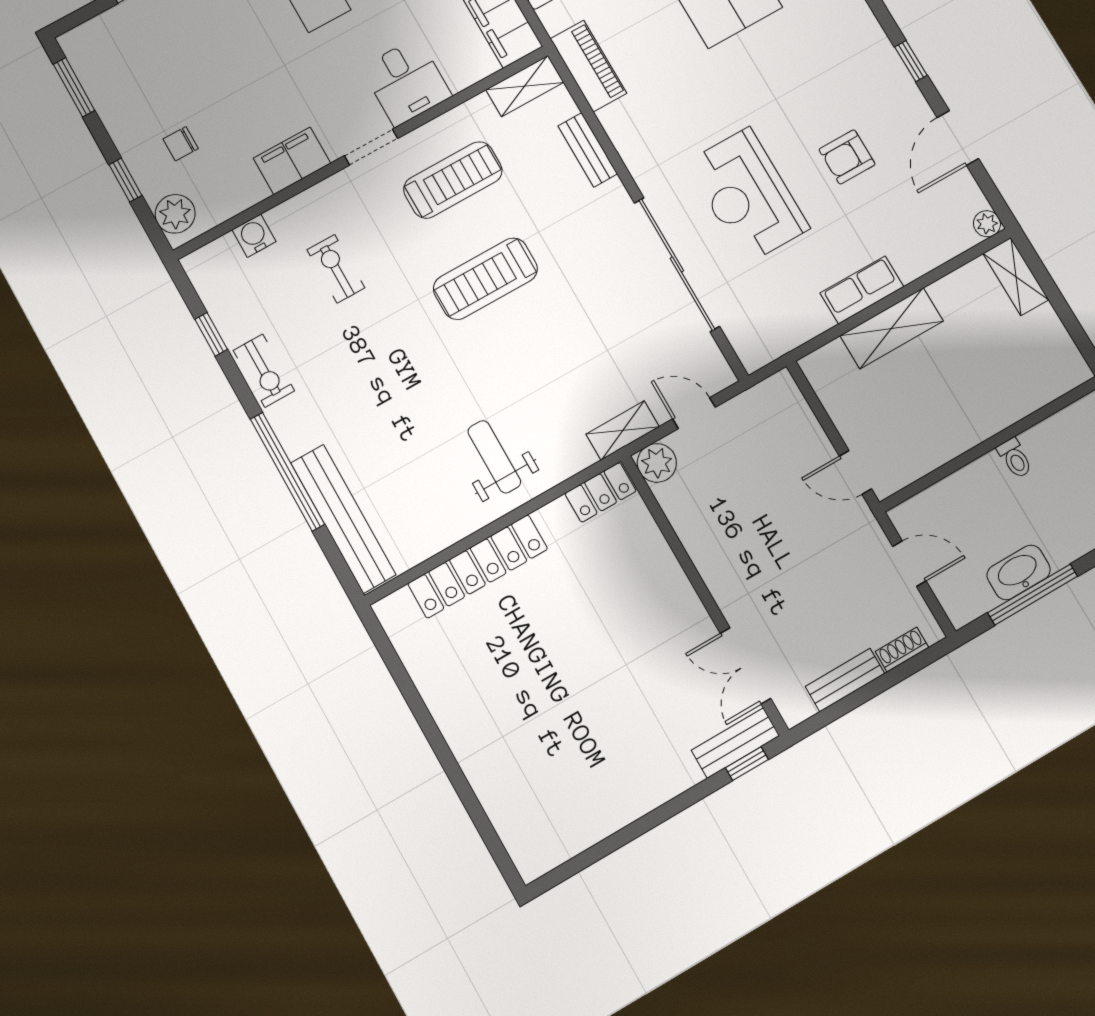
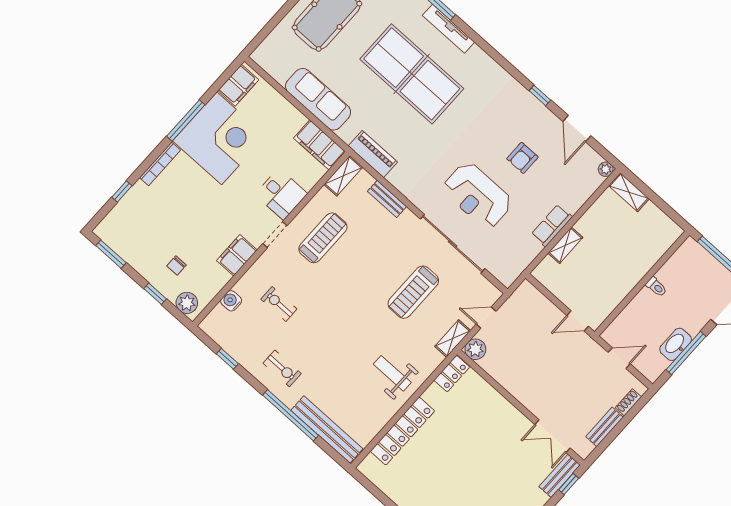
treadmill: (485, 279) -> (413, 292), moved
shelving: (892, 328) -> (565, 245), width x0.67, depth x0.75
exercise bike: (264, 371) -> (282, 368), moved

